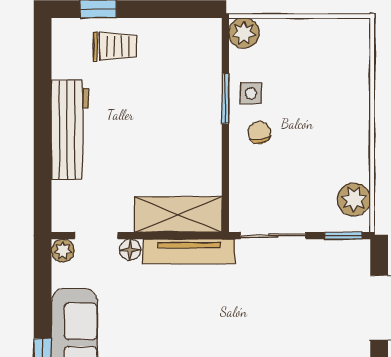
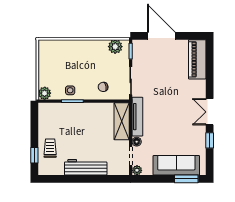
chair: (259, 133) -> (103, 87), moved

